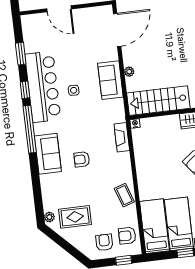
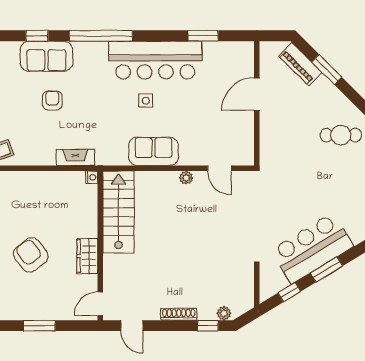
door: (117, 30) -> (219, 168), width x0.53
plant: (129, 72) -> (186, 178), moved
window: (25, 90) -> (37, 36), moved
sofa: (48, 154) -> (46, 56), moved

